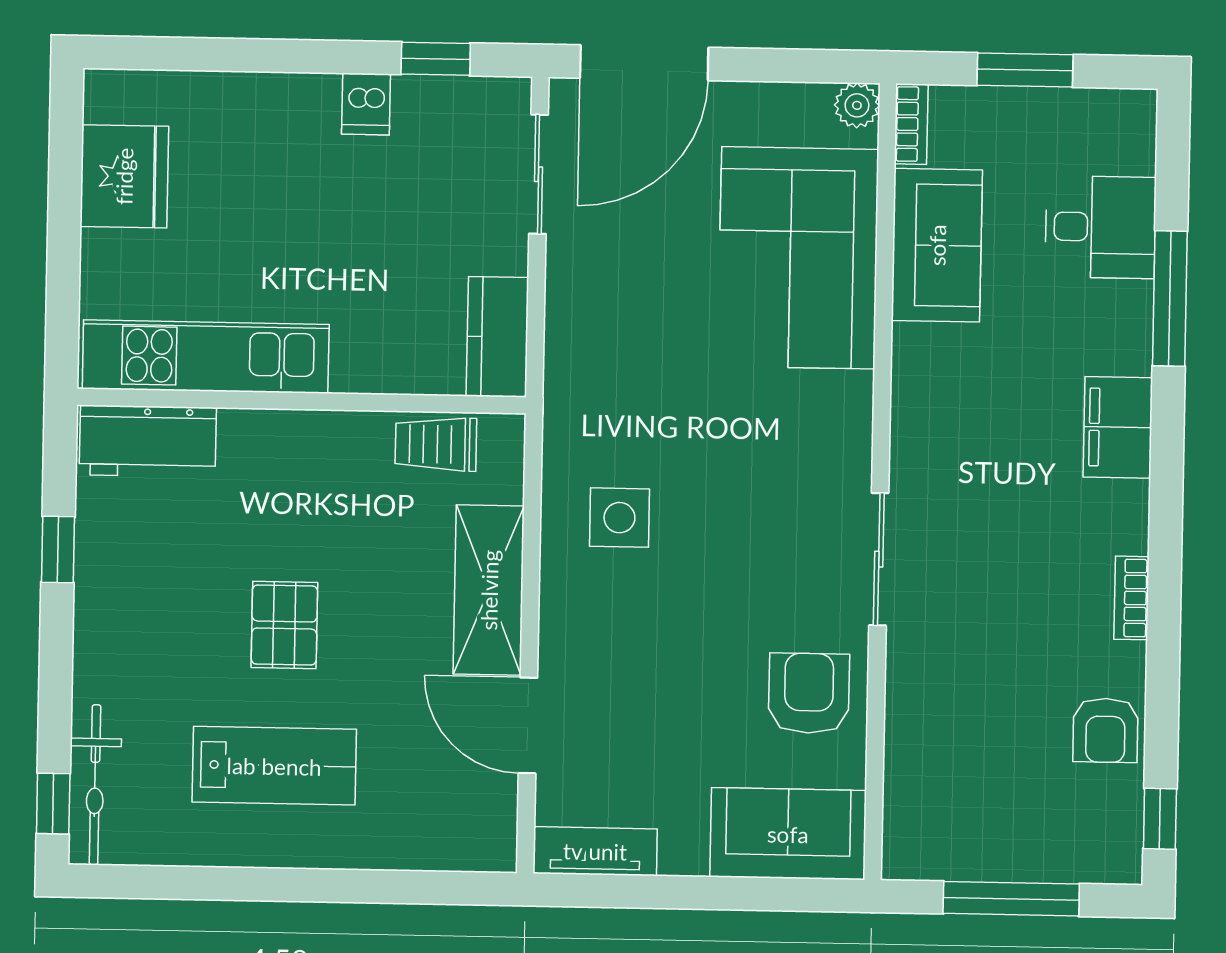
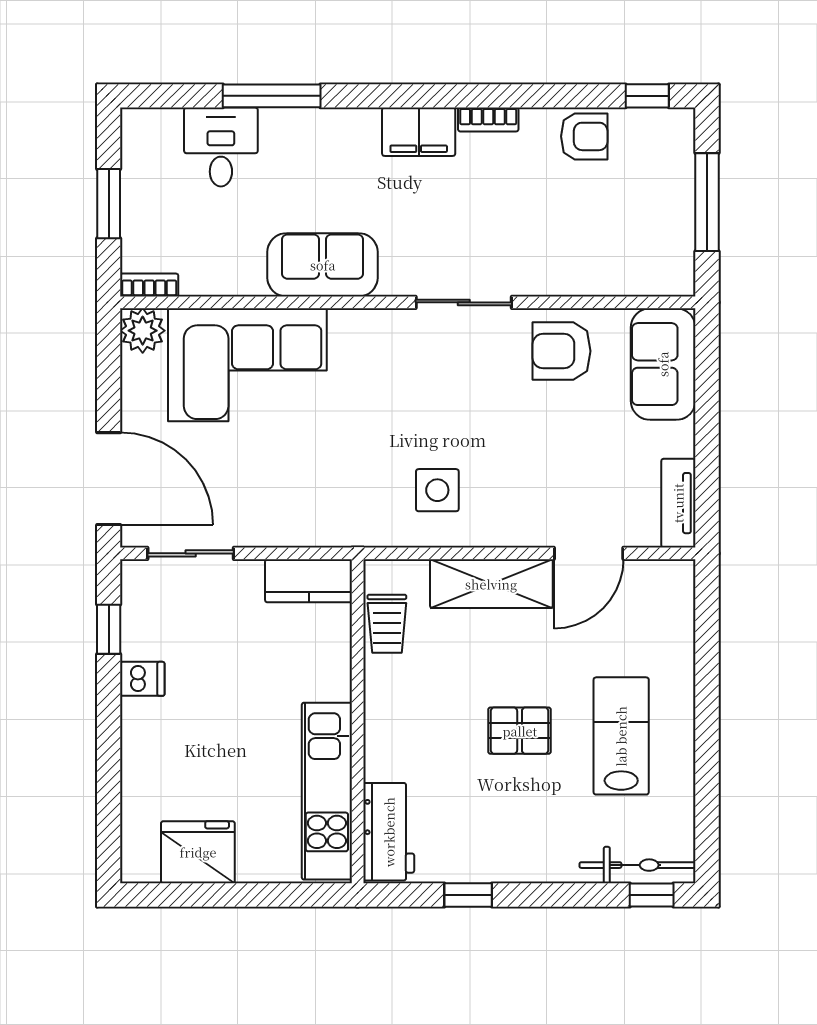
plant: (857, 105) -> (143, 331), width x1.38, depth x1.38
sofa: (937, 245) -> (323, 265), moved
filing cabinet: (1118, 427) -> (419, 132), moved

